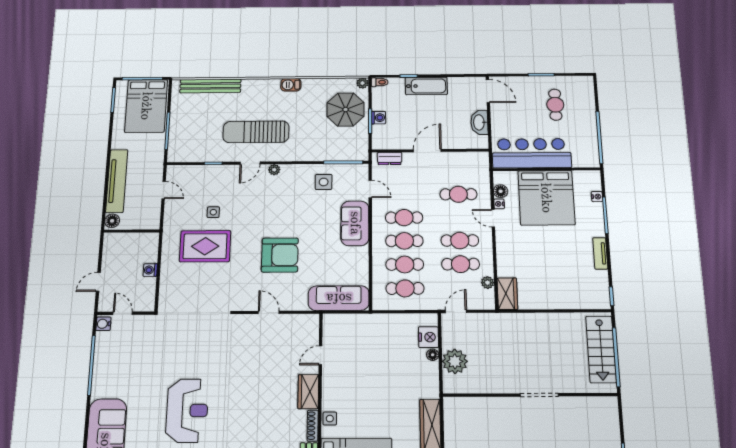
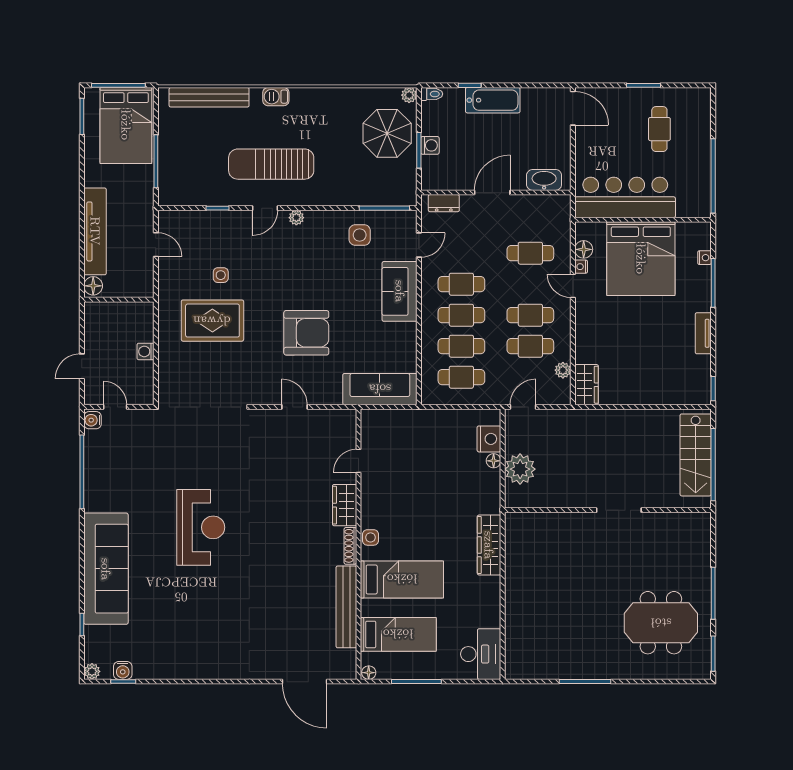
barbecue: (291, 85) -> (276, 97), moved
washbasin: (479, 122) -> (544, 180), moved, turned 90
door: (370, 189) -> (419, 245), hinge flipped

